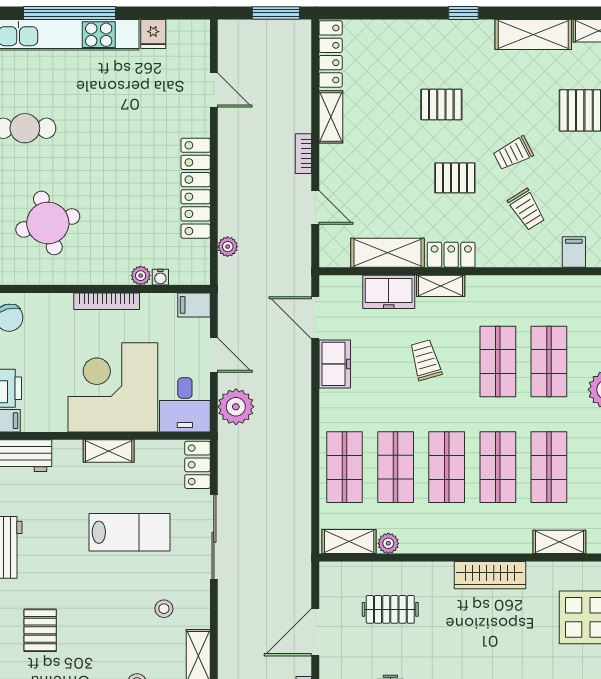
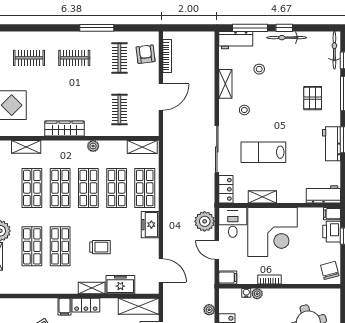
filing cabinet: (574, 252) -> (65, 307), moved
shelving: (388, 253) -> (139, 306), moved
bookcase: (107, 301) -> (269, 280), width x0.64
trolley: (426, 360) -> (100, 247), turned -74
freezer: (335, 364) -> (150, 225), moved
shelving: (109, 451) -> (262, 197), moved
plant: (388, 543) -> (93, 146), moved
clothes rail: (390, 609) -> (119, 110), turned 90

